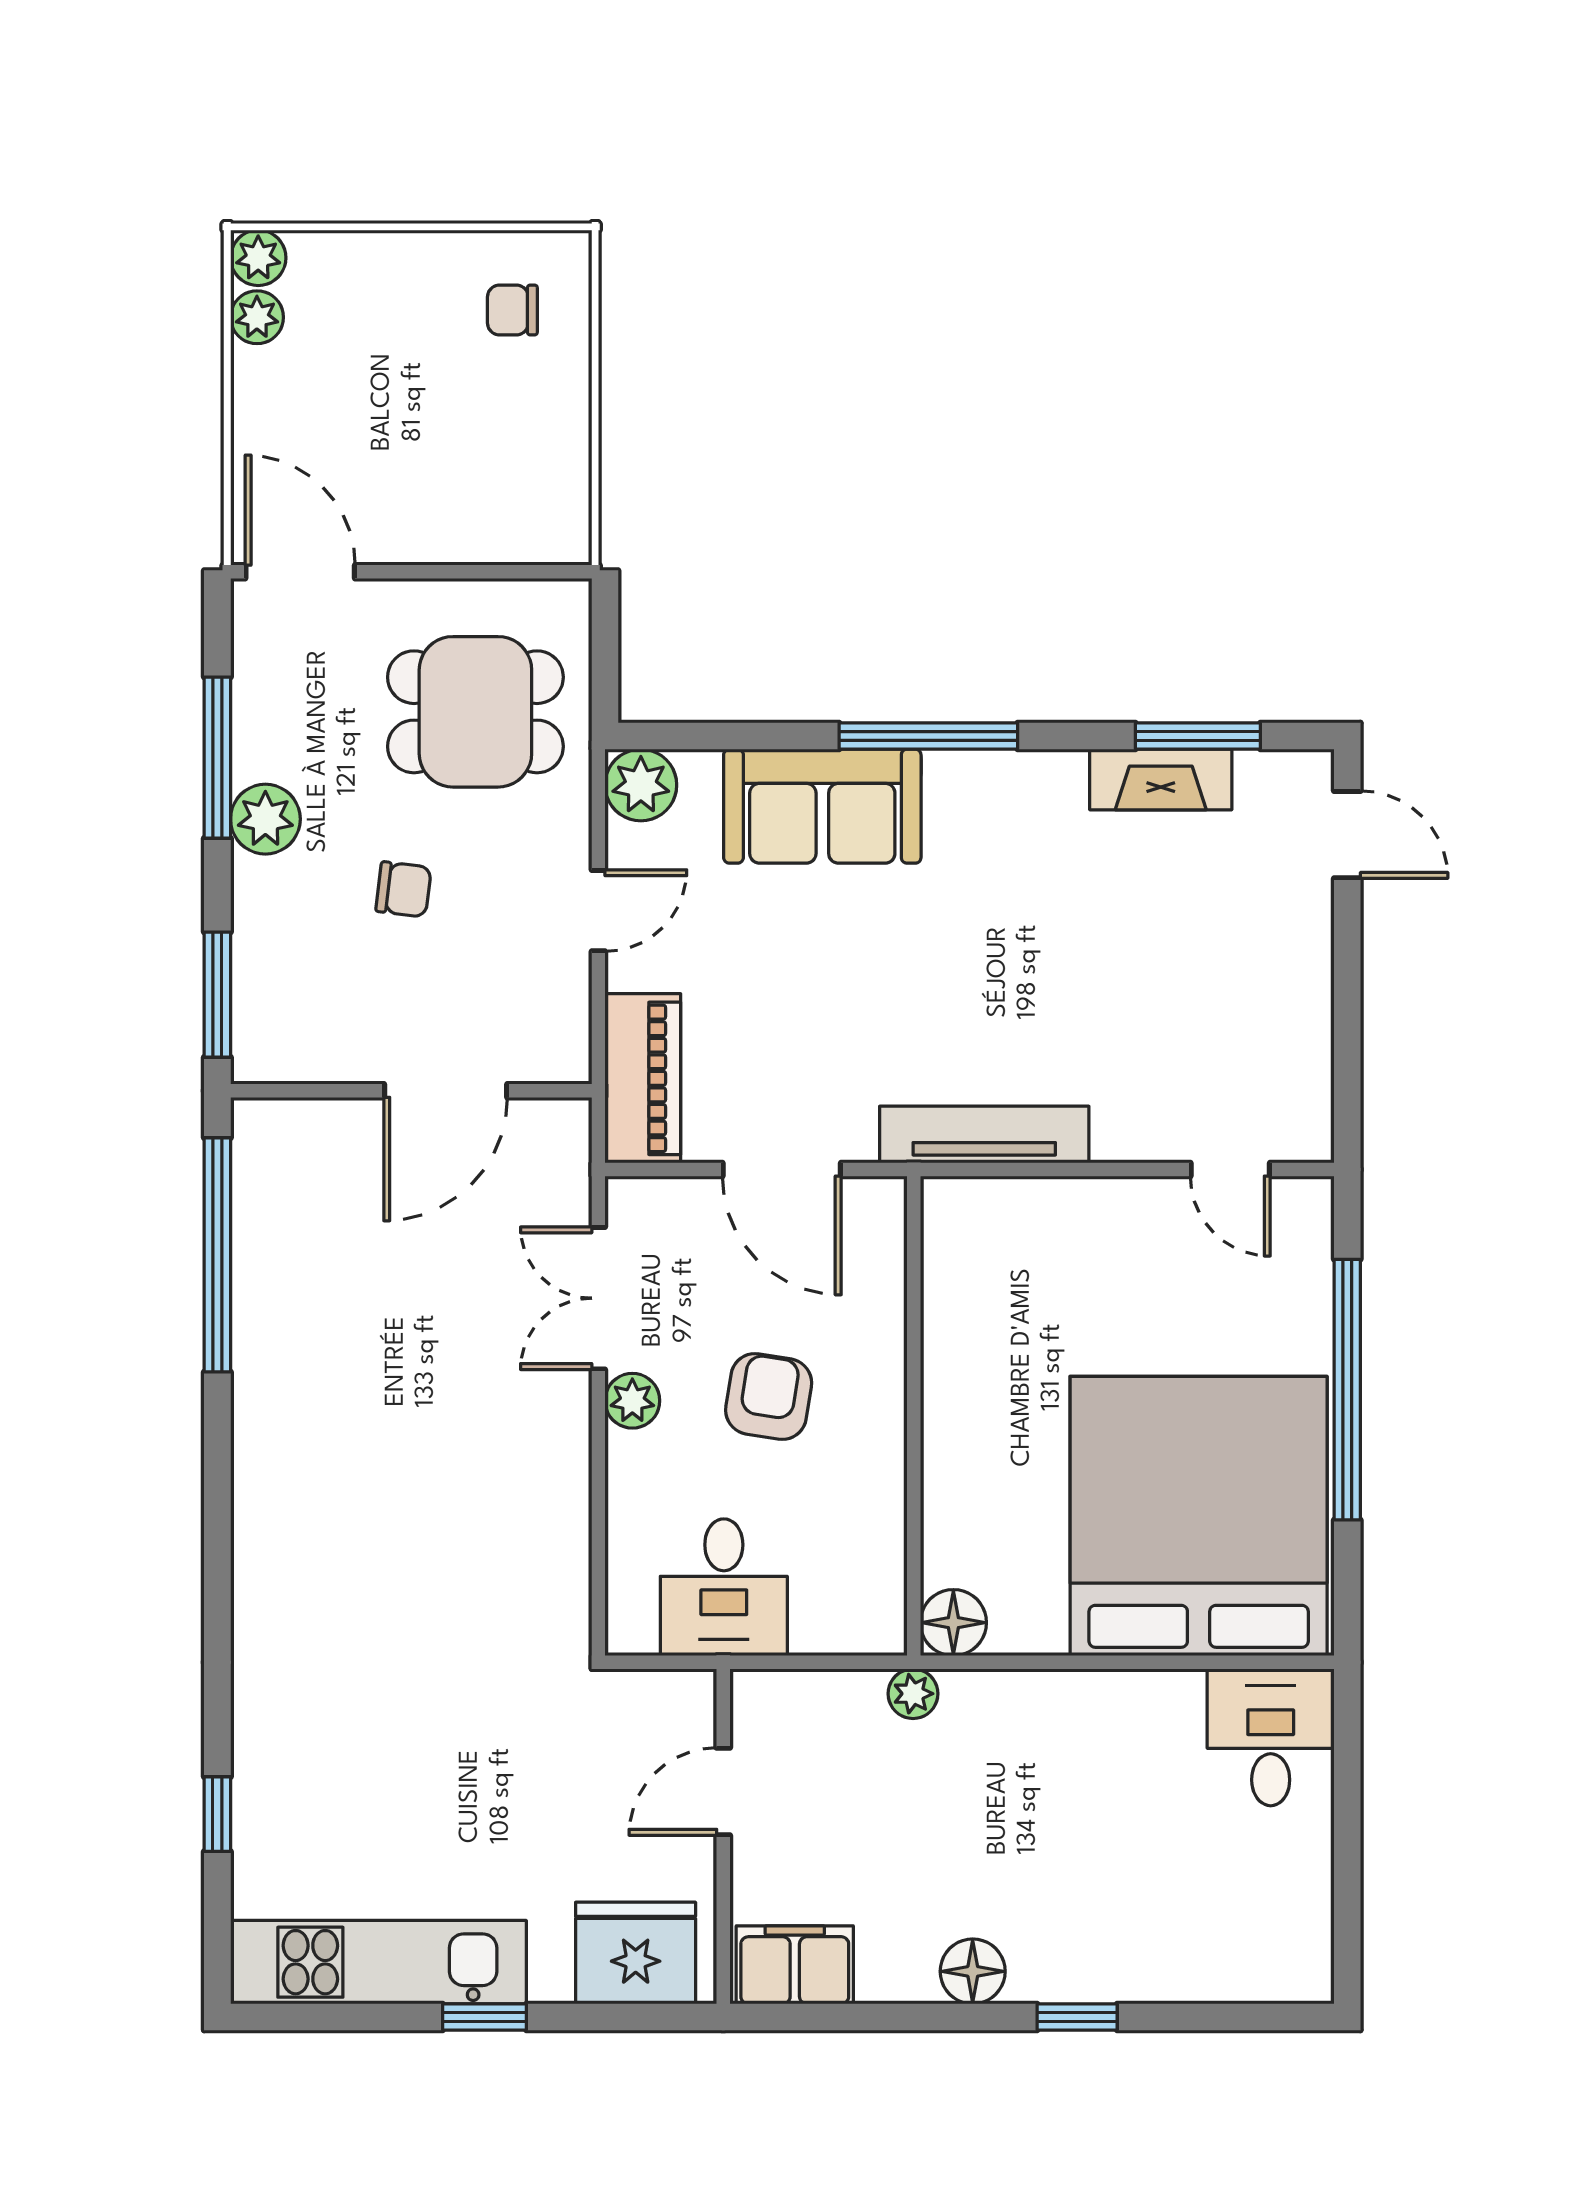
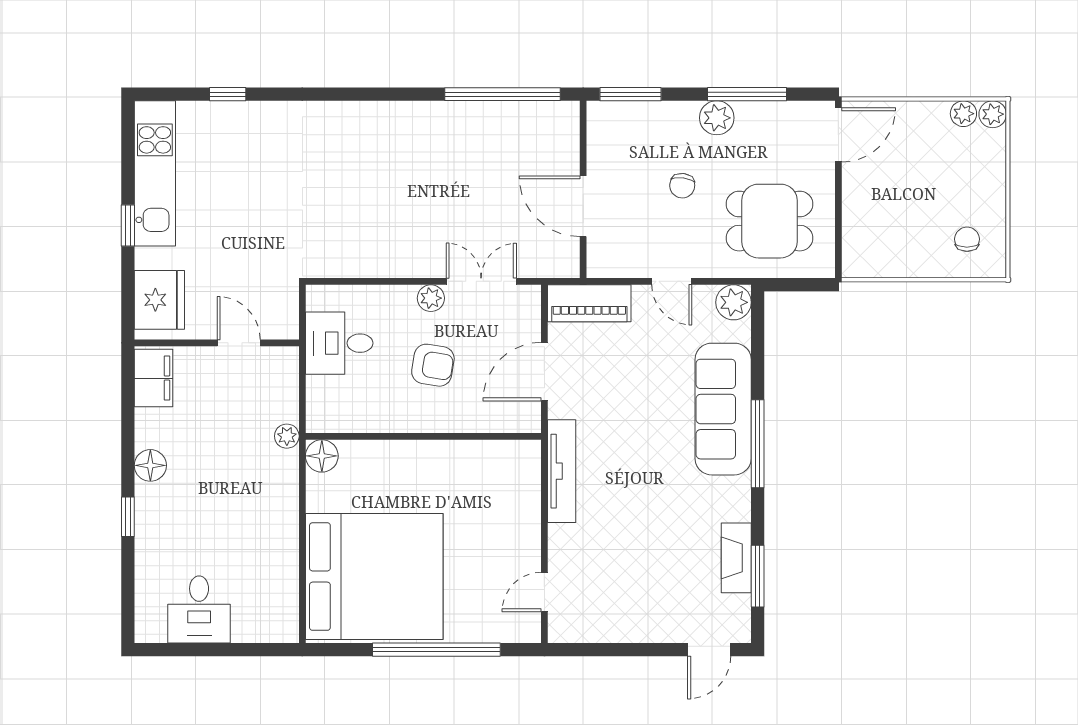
dining table: (475, 712) -> (769, 221), turned 90
sofa: (822, 806) -> (723, 409), width x1.36
desk: (1271, 1737) -> (199, 609), moved, turned 90

